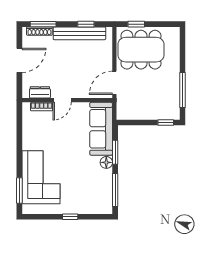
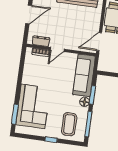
coffee table: (90, 194) -> (69, 124), added

